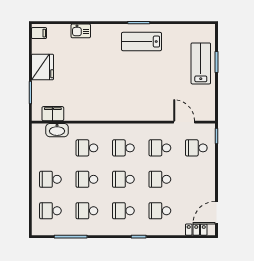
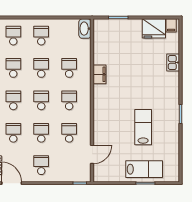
lab bench: (142, 42) -> (143, 127), moved
fridge: (42, 67) -> (154, 28), moved
filing cabinet: (53, 114) -> (100, 74), moved
washbasin: (57, 130) -> (85, 29), moved
school desk: (196, 148) -> (41, 165), moved

